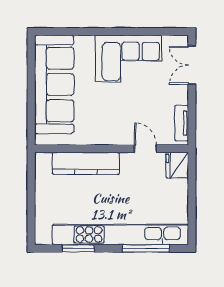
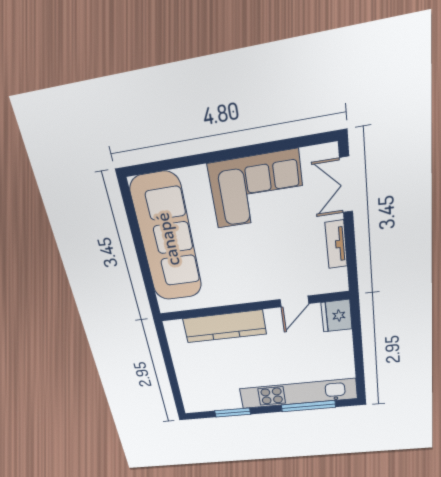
tv unit: (182, 123) -> (336, 244), moved
door: (145, 149) -> (294, 301), swing flipped
kitchen unit: (120, 234) -> (298, 394), width x0.73

